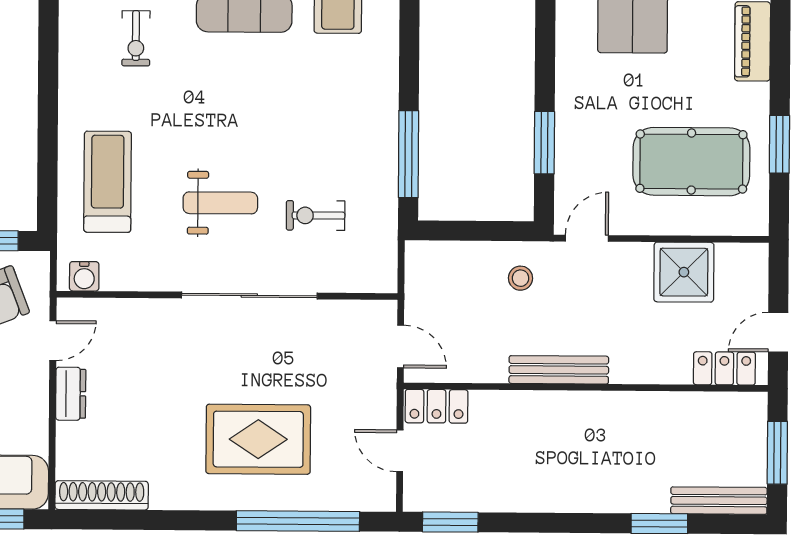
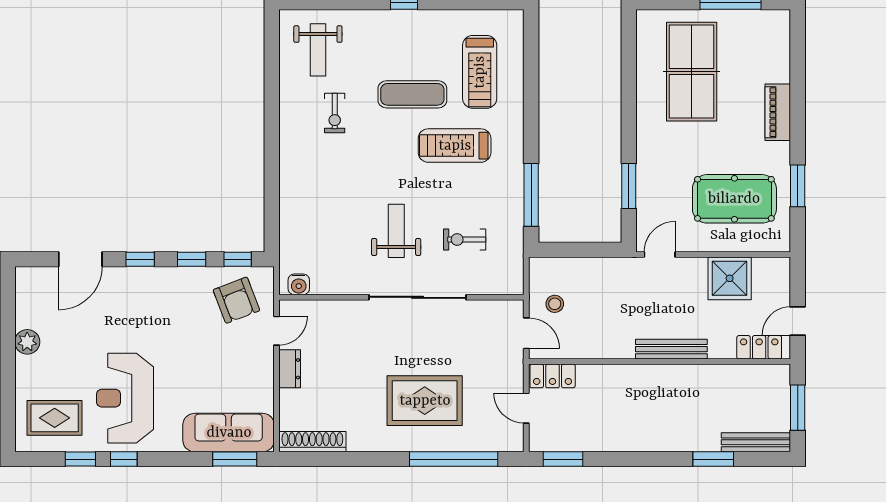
treadmill: (108, 182) -> (455, 146), moved, turned -90
weight bench: (220, 203) -> (396, 231), turned -90
stool: (521, 278) -> (555, 304), moved
bench: (559, 370) -> (671, 349), moved

